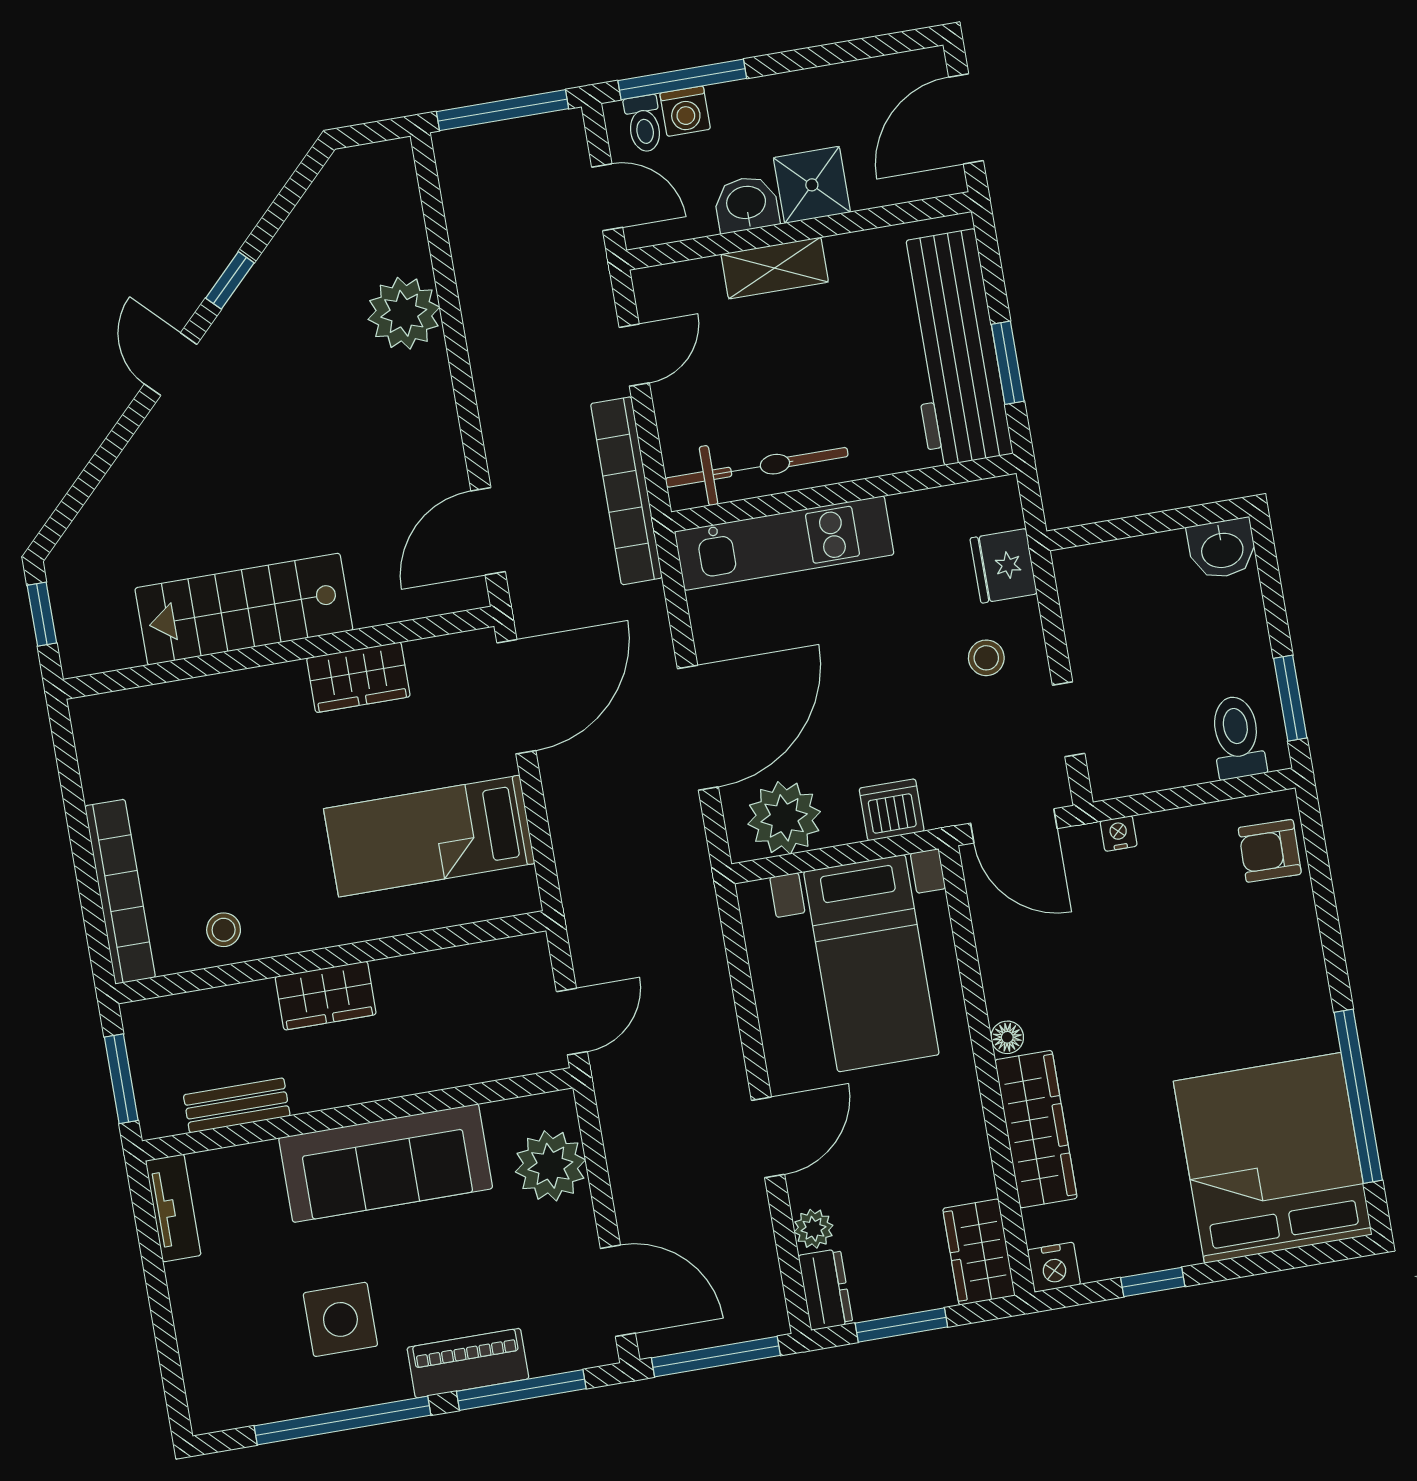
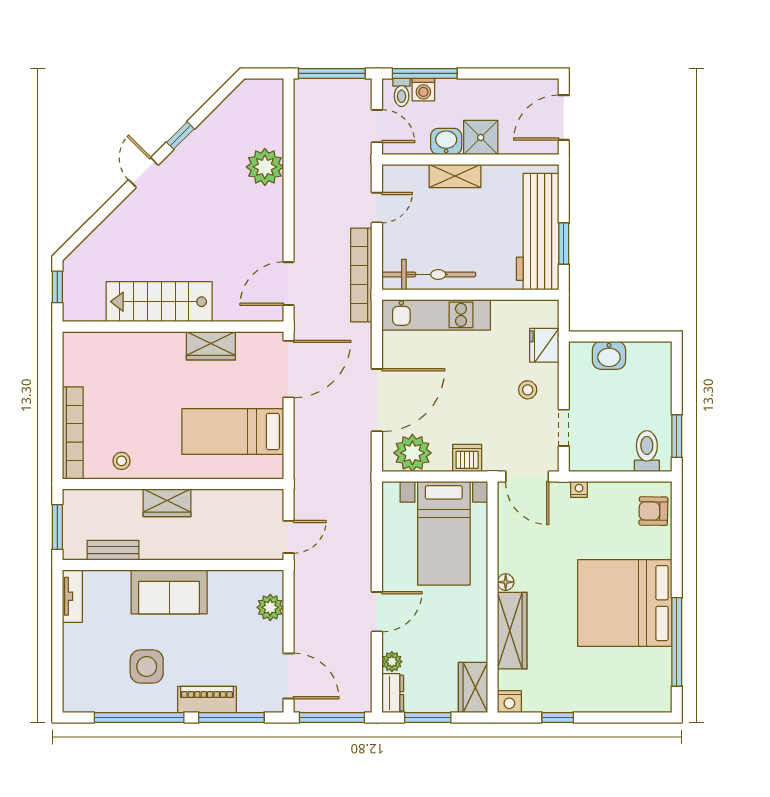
washbasin: (1222, 549) -> (609, 355), moved
bed: (1273, 1158) -> (625, 603), moved, turned -90
sofa: (386, 1163) -> (169, 592), width x0.73
plant: (550, 1166) -> (270, 607), width x0.73, depth x0.73

